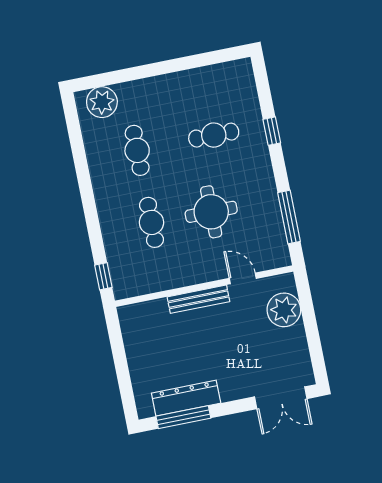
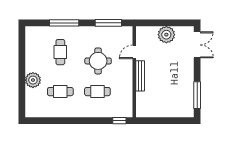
plant: (102, 102) -> (33, 80), moved
window: (272, 131) -> (64, 23), width x2.17
plant: (284, 310) -> (166, 35), moved
dresser: (186, 398) -> (188, 92), removed

